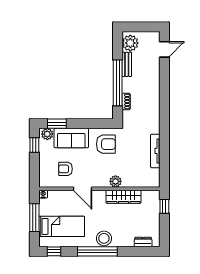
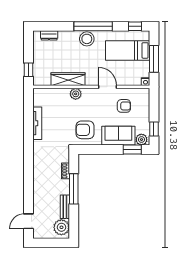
window: (118, 83) -> (74, 189), width x0.68

